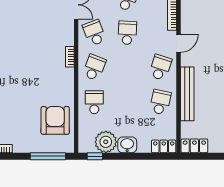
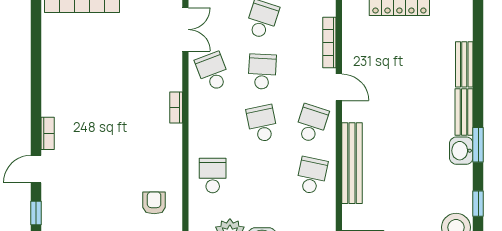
door: (178, 43) -> (339, 87), hinge flipped
school desk: (94, 67) -> (262, 124), moved, turned -33
armchair: (55, 120) -> (154, 203), width x0.53, depth x0.53

